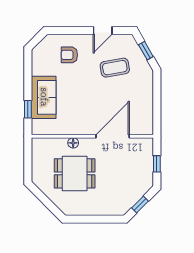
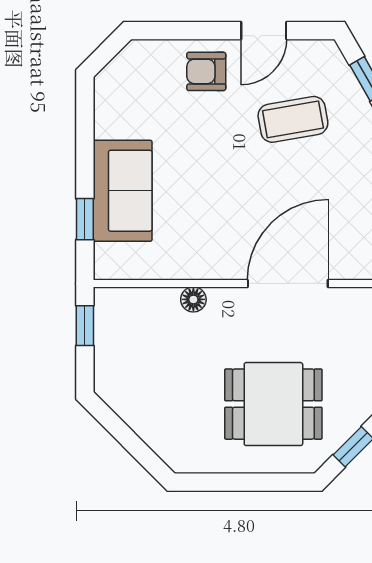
armchair: (69, 55) -> (206, 71), moved
window: (28, 154) -> (85, 326), added
dining table: (75, 173) -> (273, 404), moved

